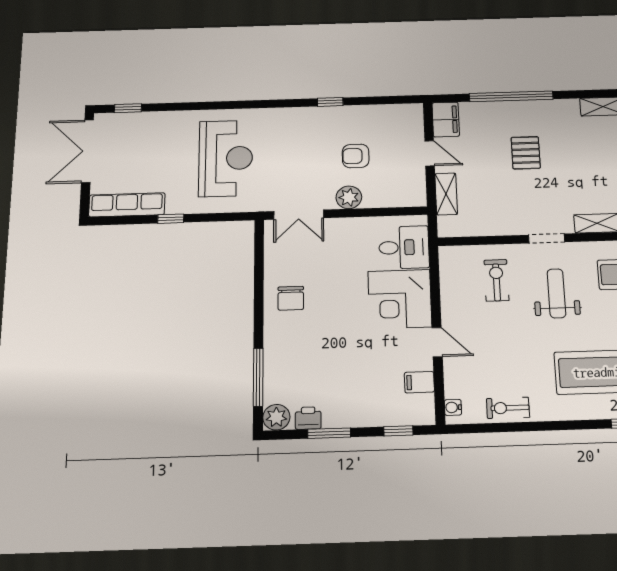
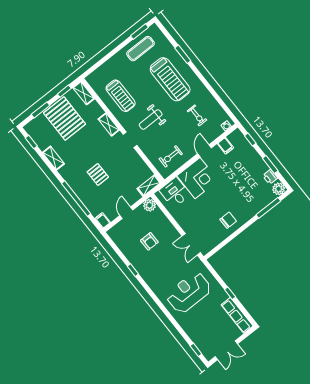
filing cabinet: (446, 119) -> (103, 220), width x0.50
double door: (87, 151) -> (226, 350), width x0.73
pallet: (526, 153) -> (98, 174), turned 90
shelving: (446, 194) -> (149, 186), moved
plant: (349, 197) -> (149, 205), moved
double door: (299, 215) -> (191, 244), swing flipped
exercise bike: (496, 280) -> (171, 156), moved
exercise bike: (508, 408) -> (197, 115), moved

